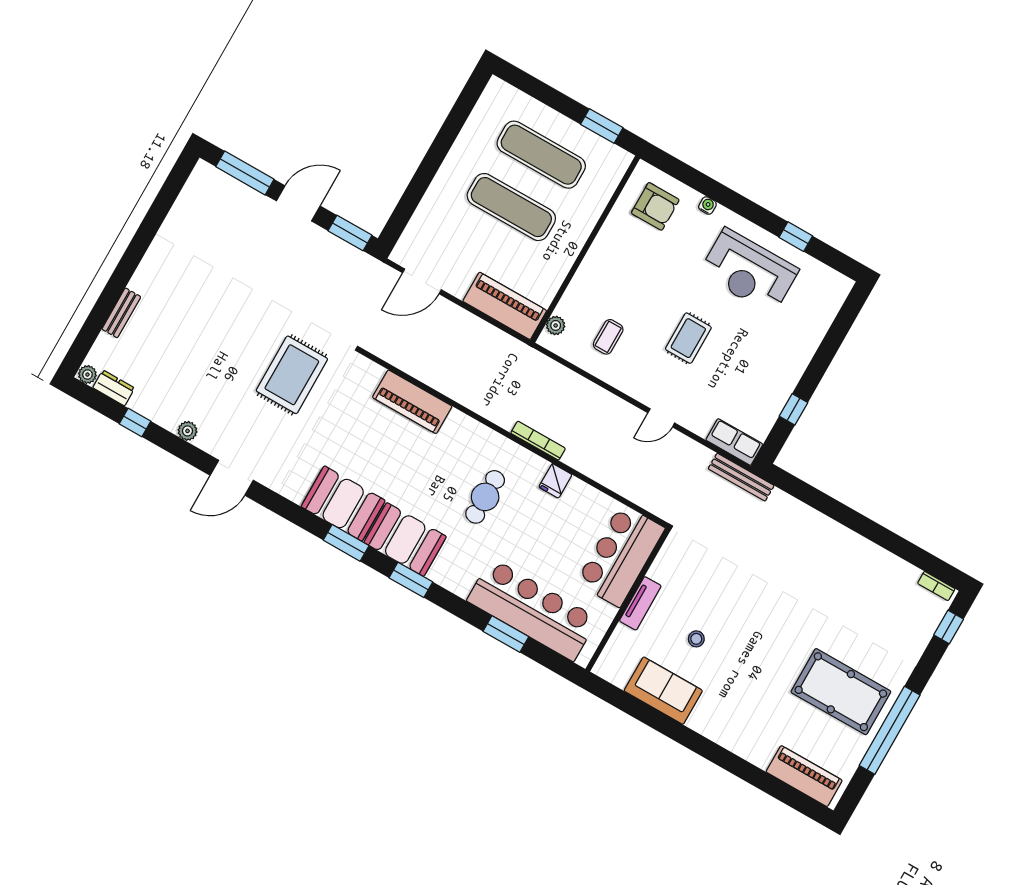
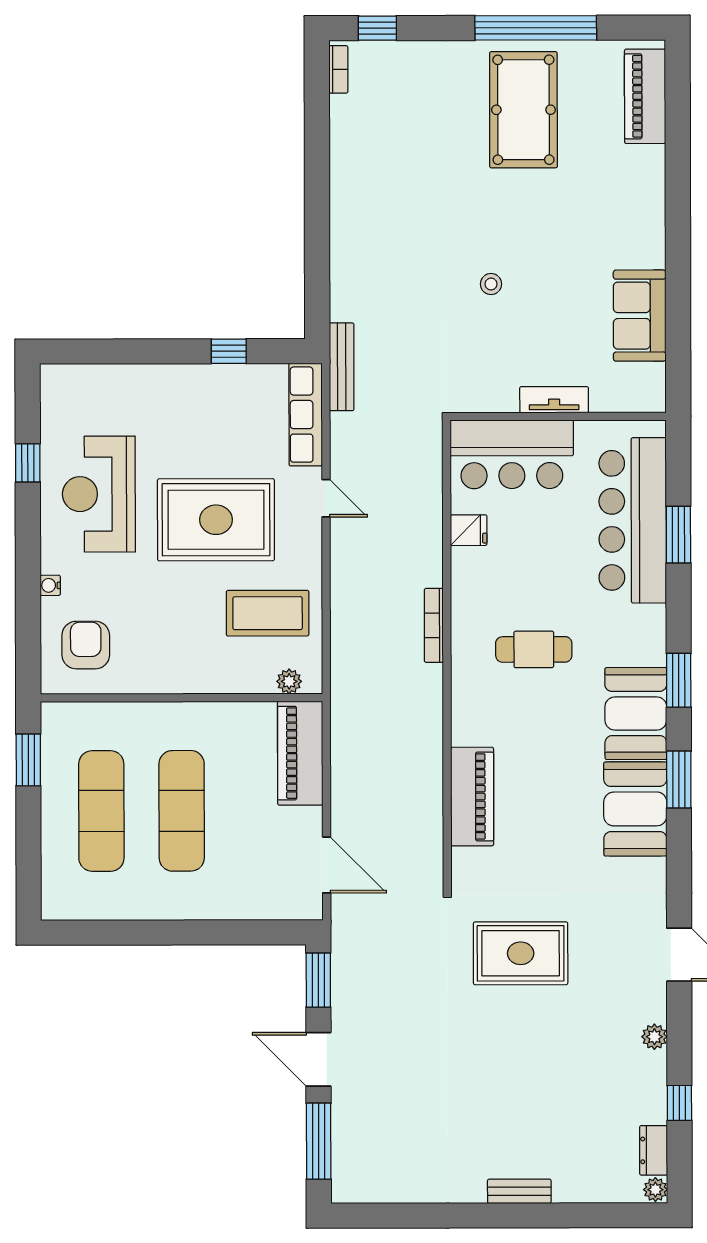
reception desk: (749, 271) -> (99, 494), turned 180
bench: (121, 313) -> (519, 1191), moved
coffee table: (608, 337) -> (268, 613), width x1.86, depth x1.72
rug: (688, 338) -> (216, 520), width x1.86, depth x2.06
row of seats: (734, 442) -> (306, 415), width x1.48
fridge: (555, 481) -> (469, 530), moved
stool: (696, 639) -> (491, 284), moved

